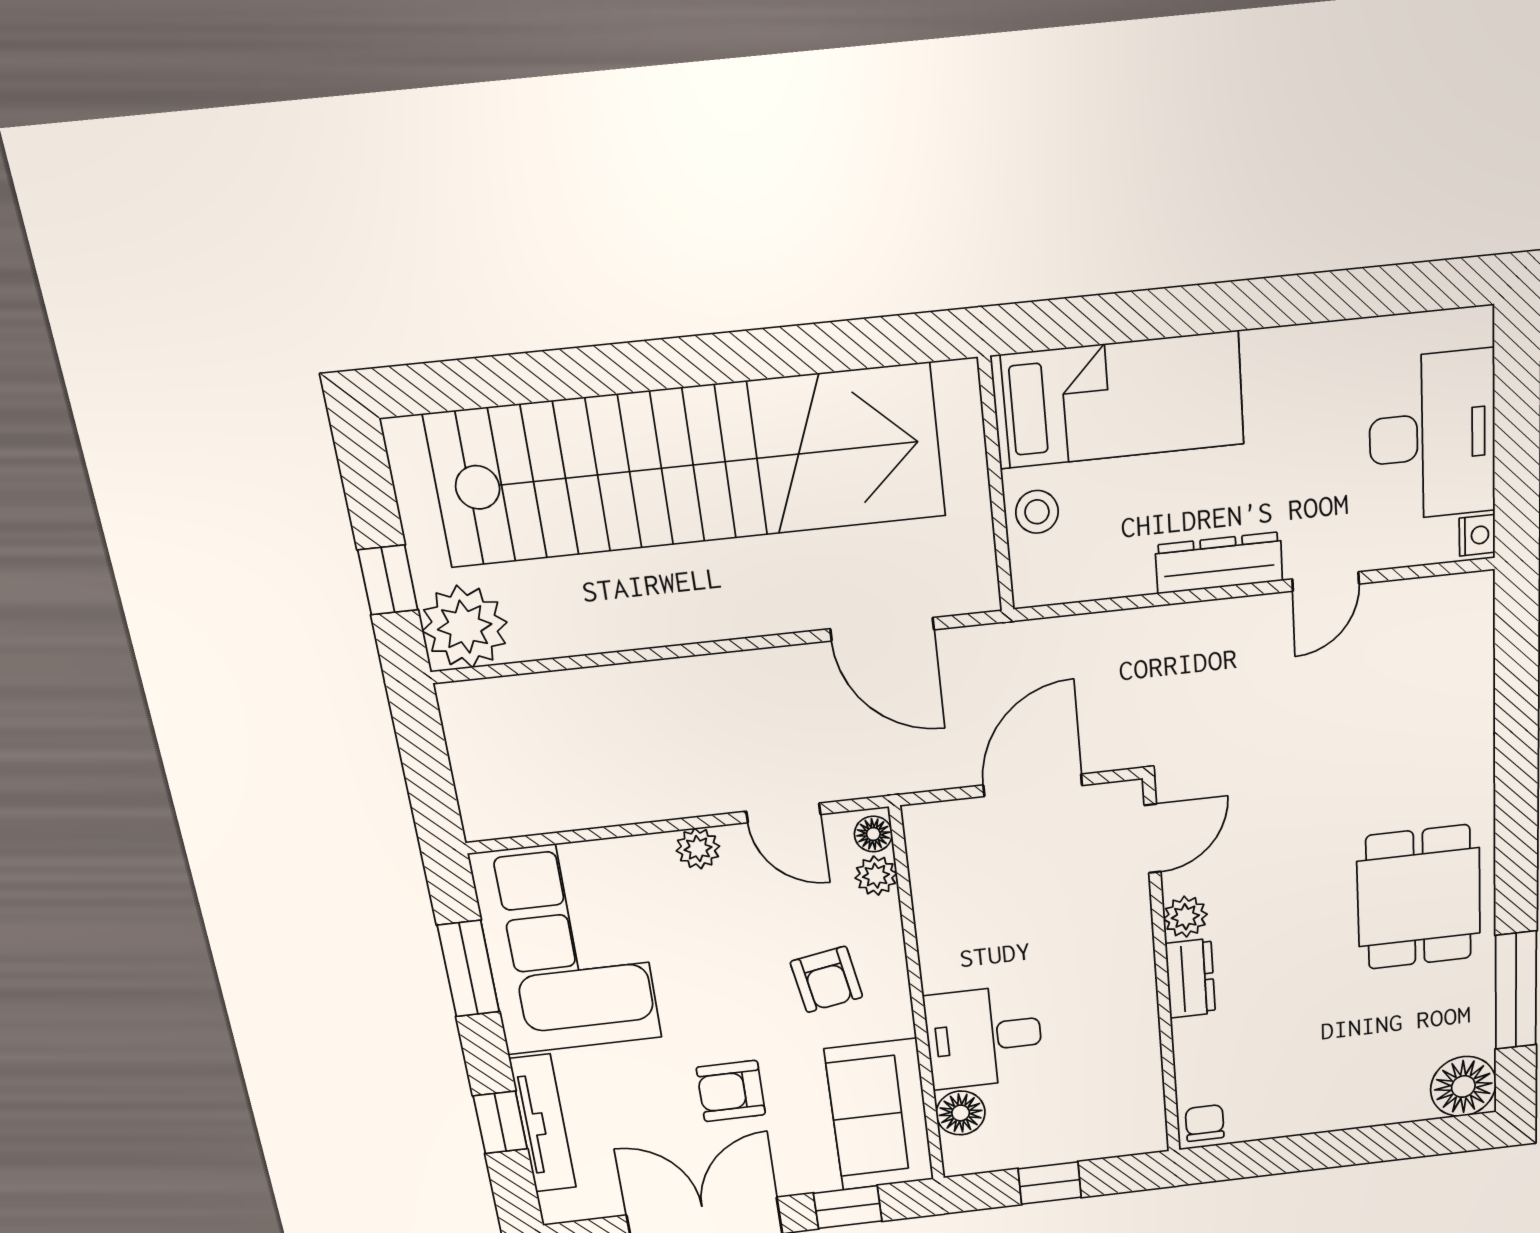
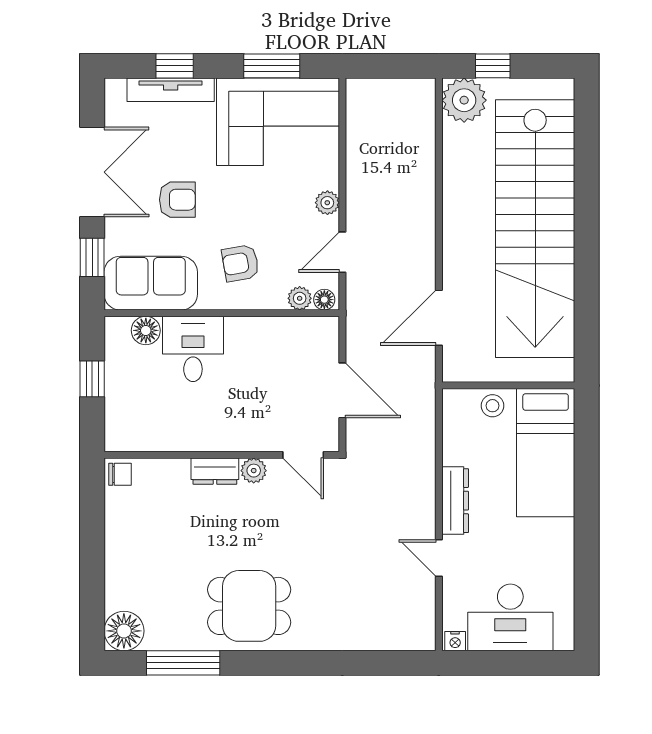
armchair: (731, 1091) -> (177, 200), turned 90

